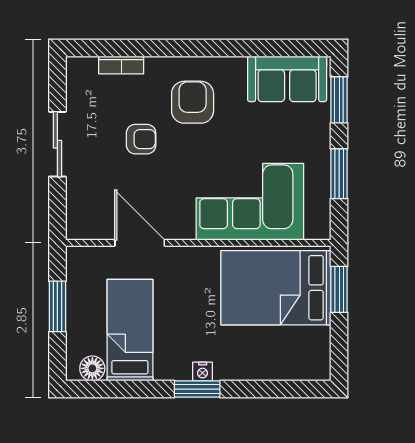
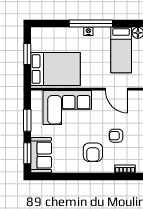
sofa: (287, 79) -> (41, 155), moved, turned 90
window: (339, 289) -> (27, 54), moved
window: (197, 389) -> (91, 24), width x2.11

